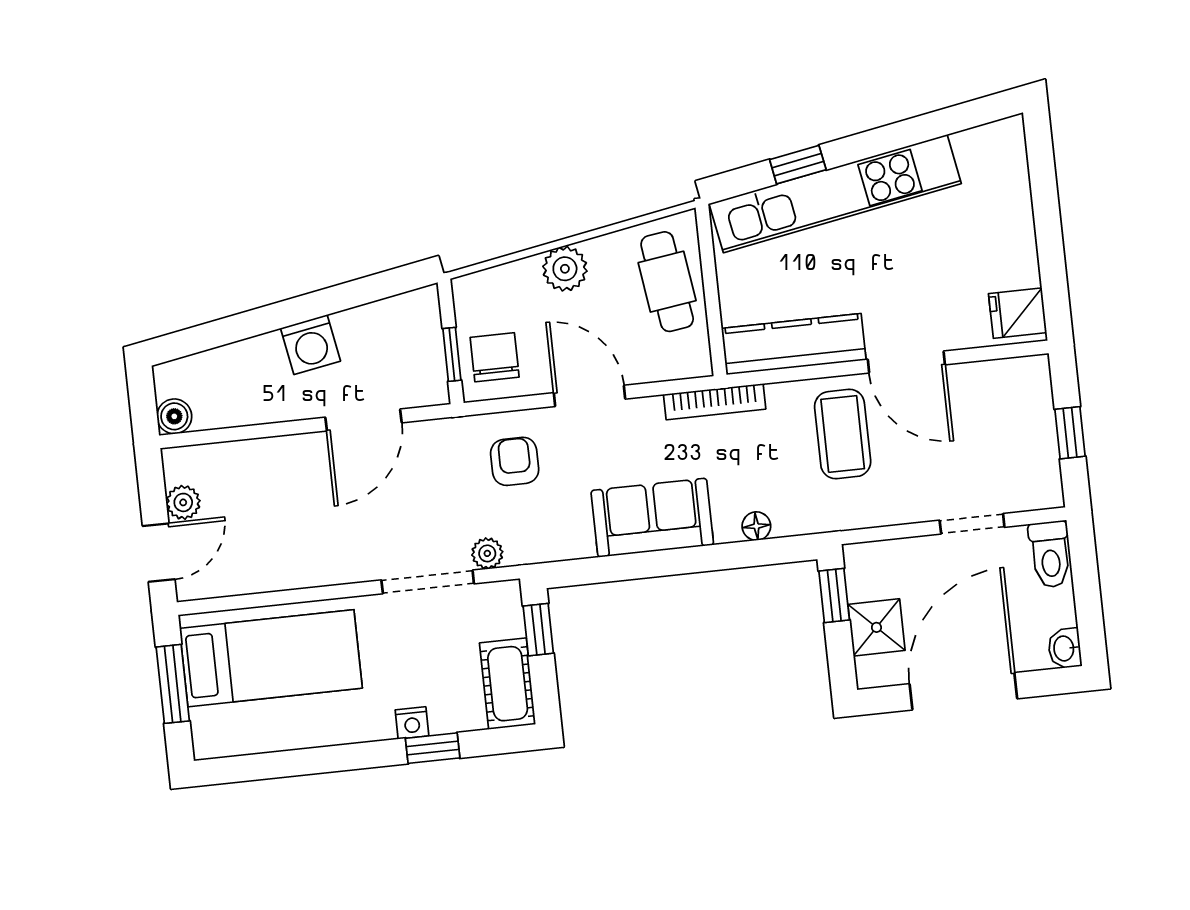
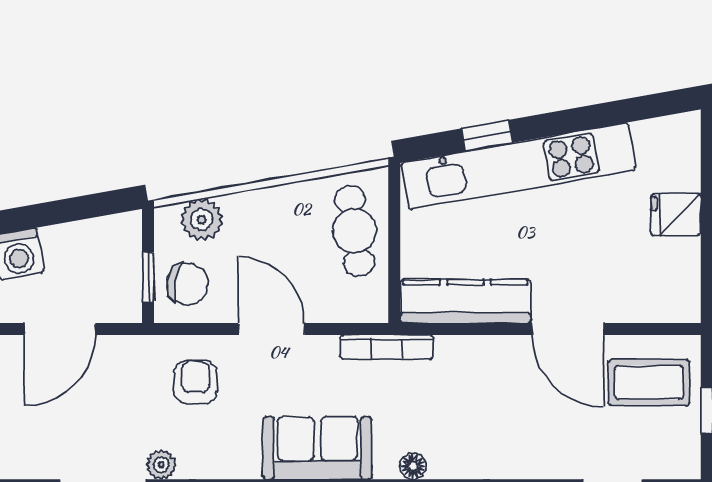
plant: (565, 269) -> (202, 220), moved
fridge: (1018, 313) -> (676, 214), moved
chair: (495, 357) -> (187, 284), turned 100
coffee table: (843, 434) -> (649, 382), moved, turned 90

